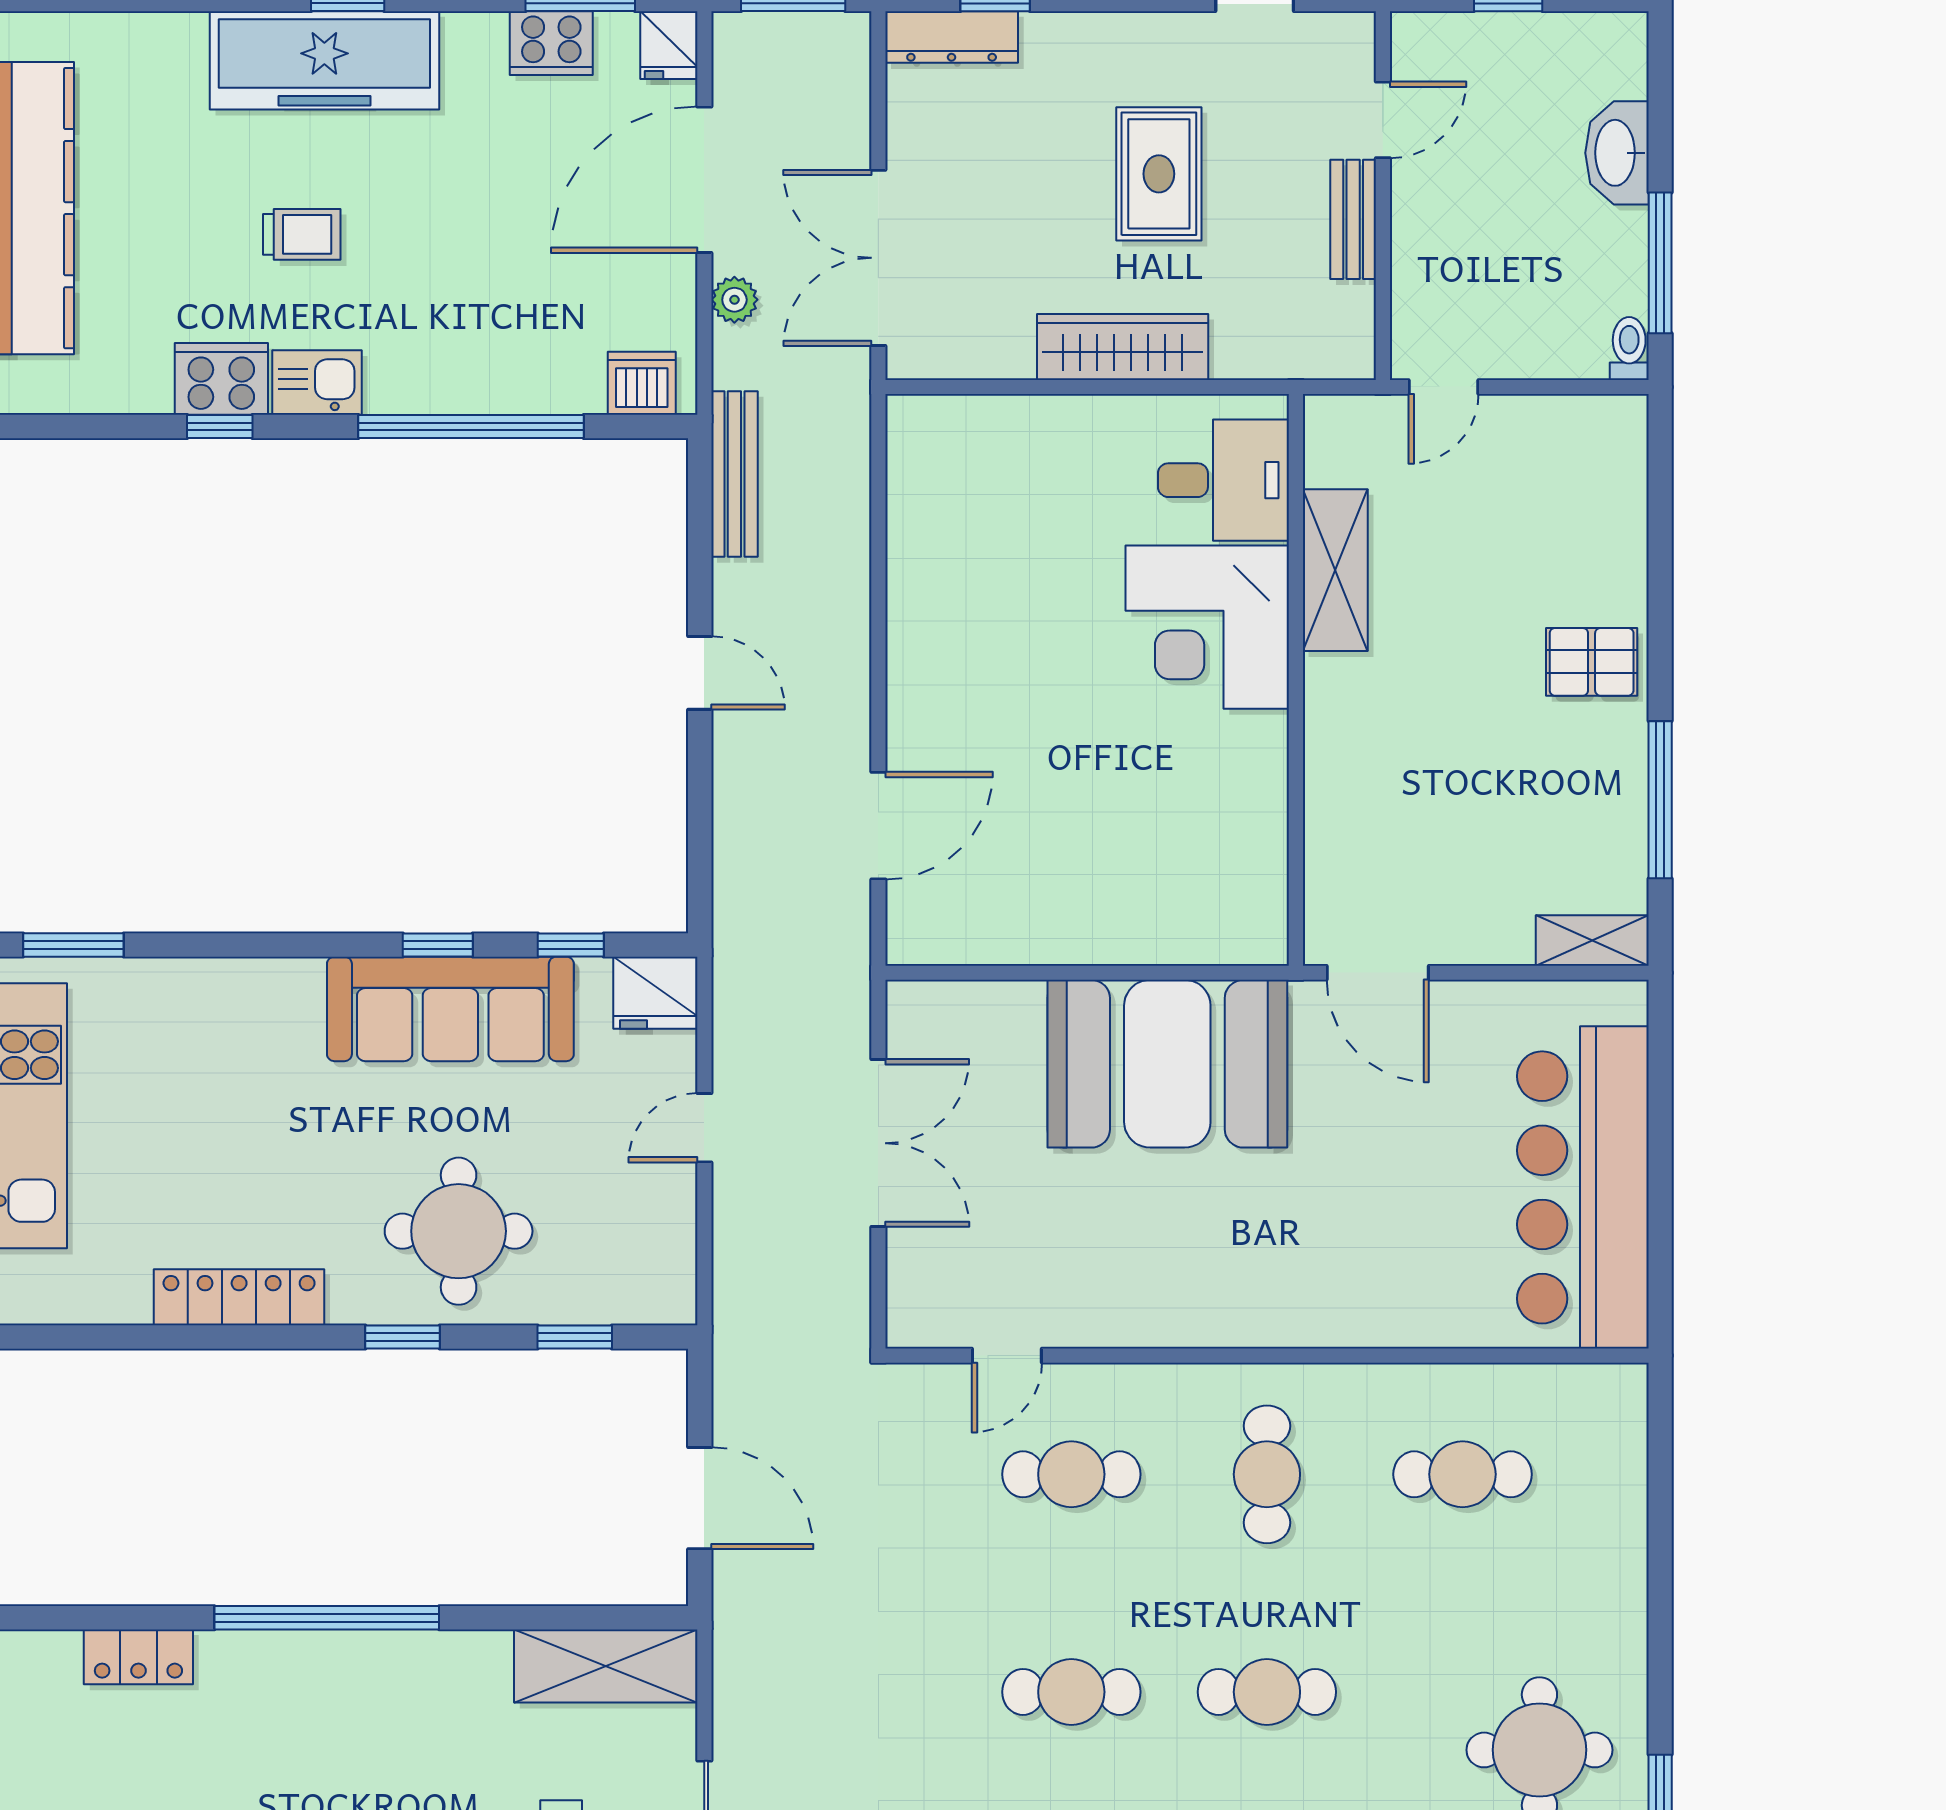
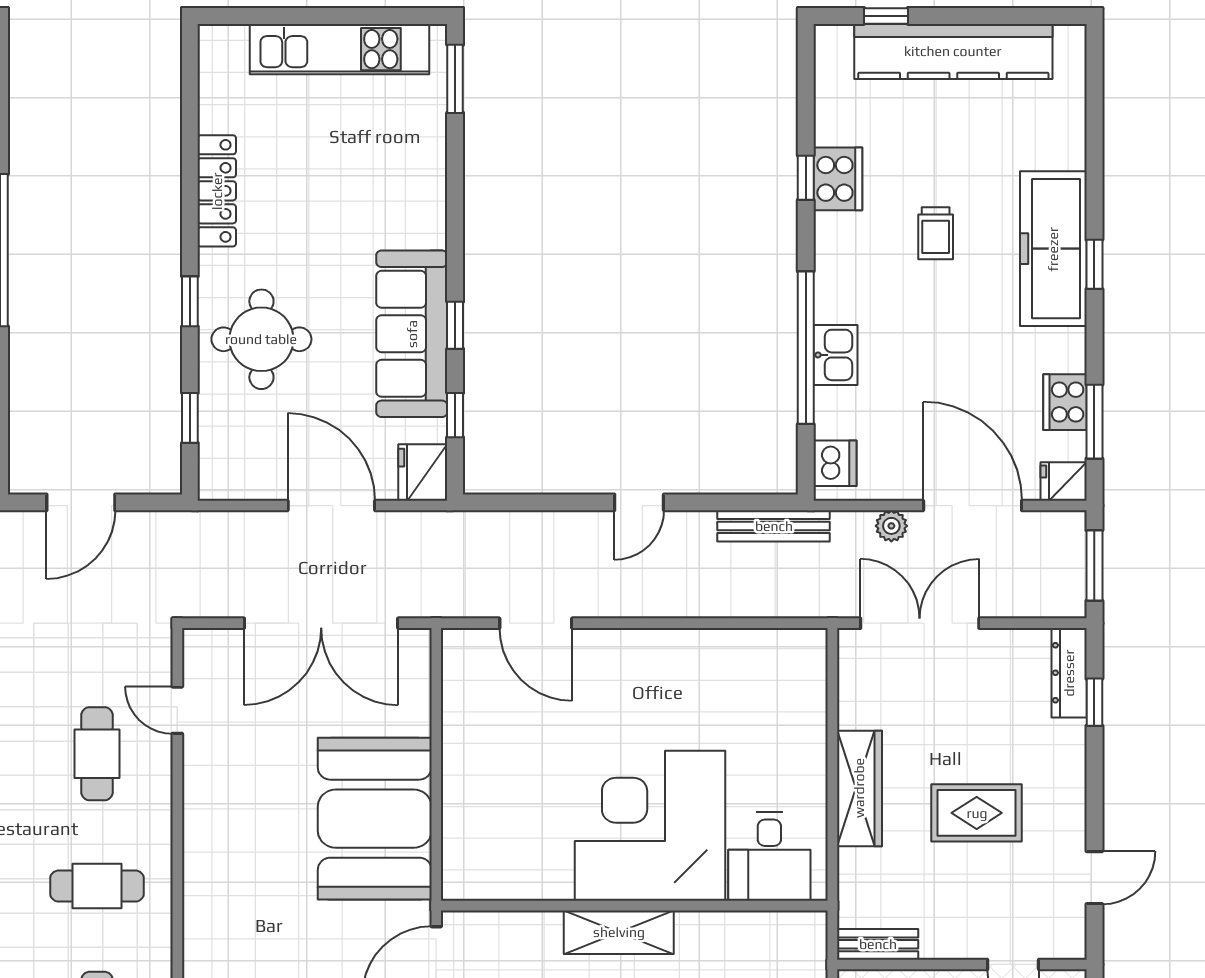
bench: (1353, 219) -> (878, 944), moved
kitchen sink: (317, 383) -> (835, 355), moved
shelving: (1335, 570) -> (619, 932), moved
corner desk: (1207, 627) -> (650, 826), width x1.36, depth x1.36
door: (704, 1128) -> (331, 506), width x1.87
double door: (878, 1143) -> (321, 623), width x1.36

